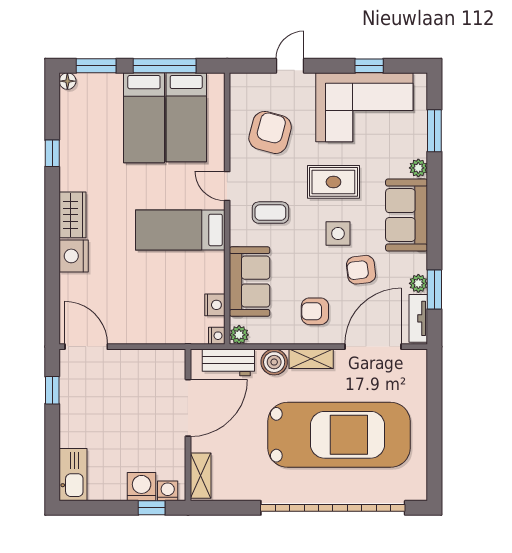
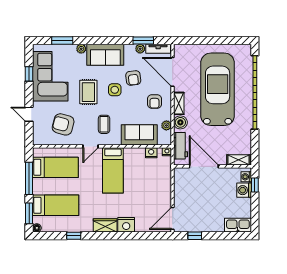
bed: (144, 118) -> (56, 205), moved
plant: (239, 335) -> (166, 125), moved

